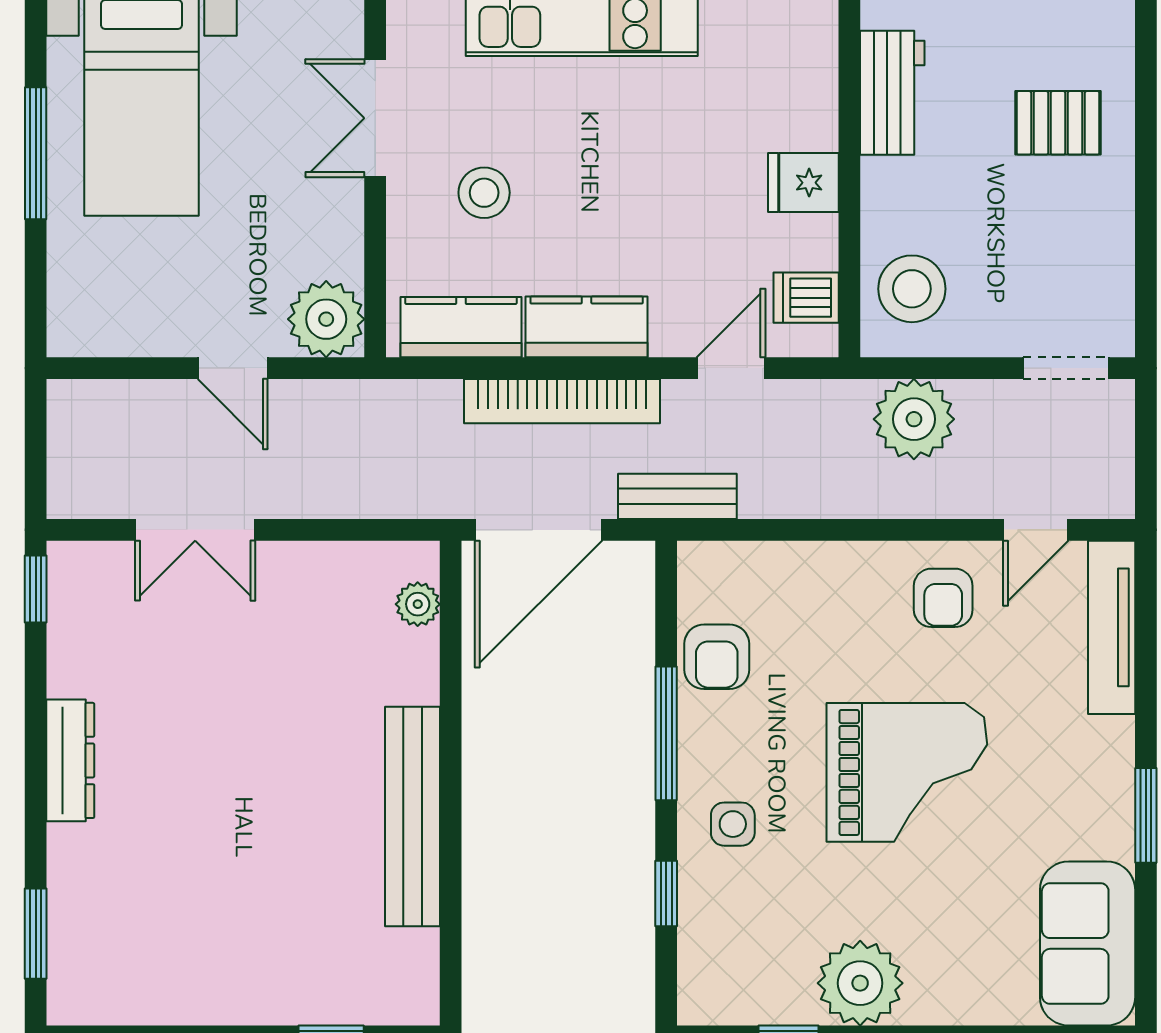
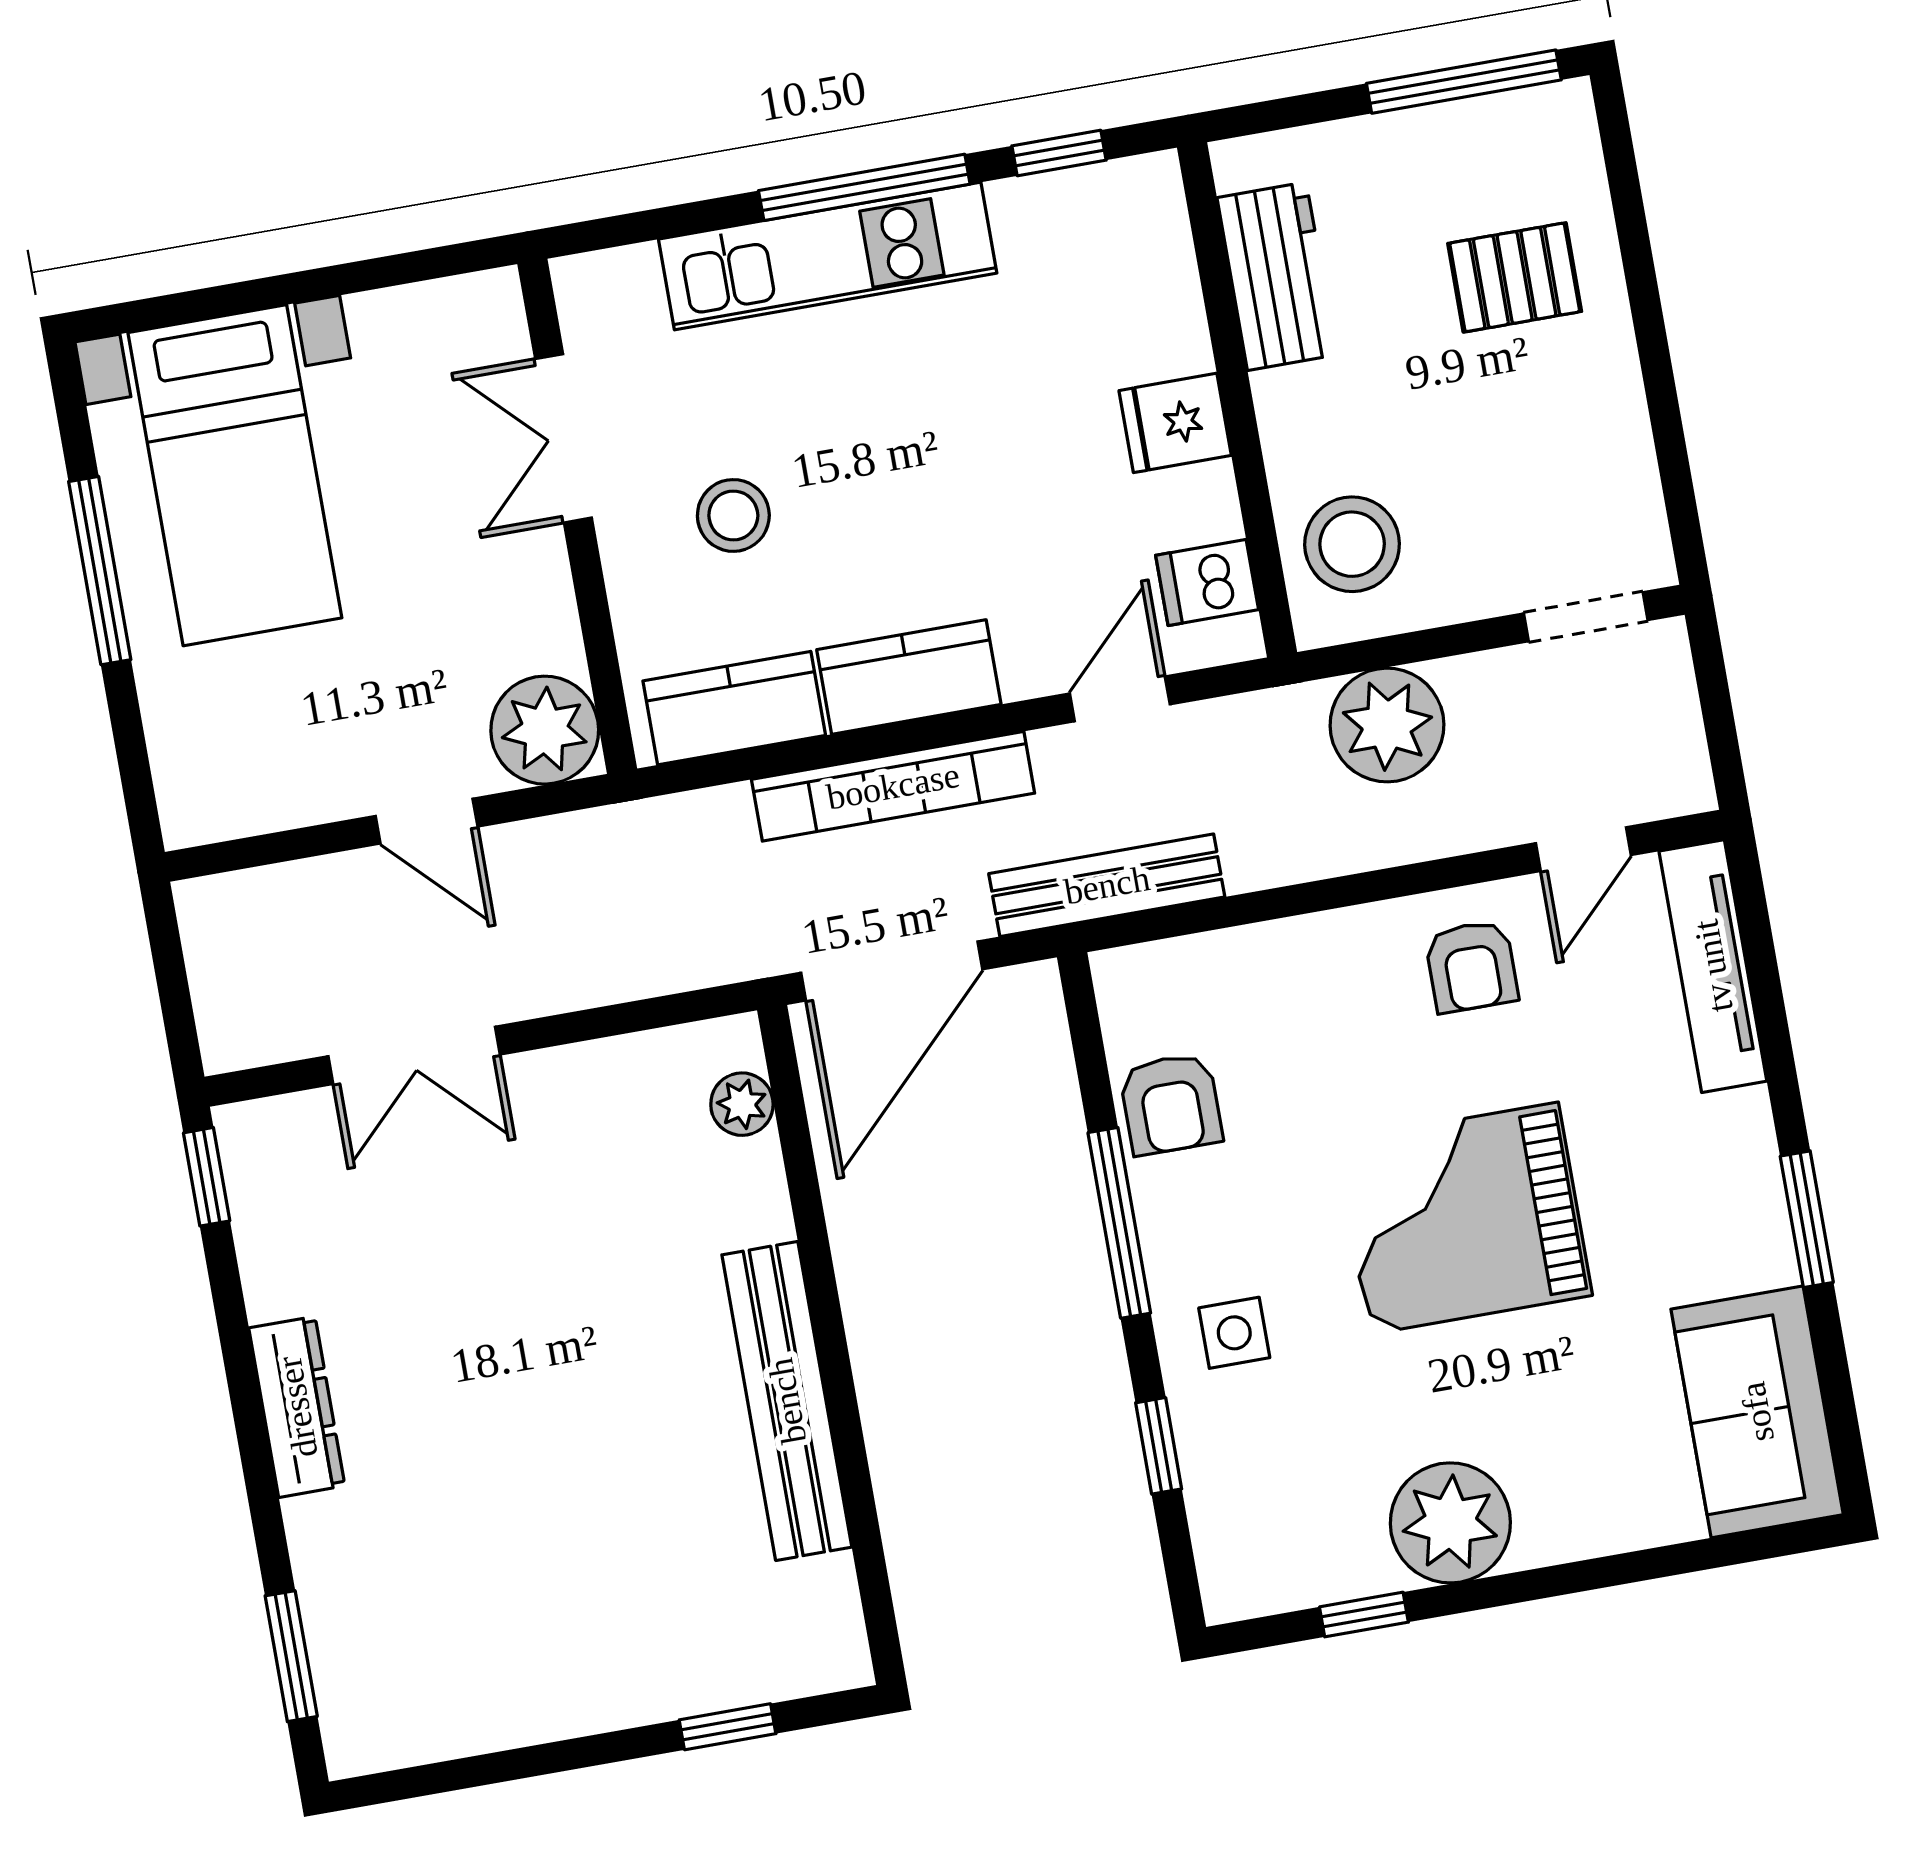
bench: (677, 496) -> (1107, 885), width x1.36
grand piano: (907, 772) -> (1464, 1218), turned 180

